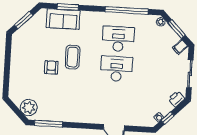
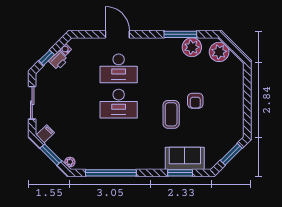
desk: (118, 39) -> (119, 68), moved
printer: (176, 99) -> (58, 60), moved
plant: (52, 113) -> (192, 47), added
window: (168, 118) -> (47, 58), moved
window: (48, 124) -> (180, 34), moved

